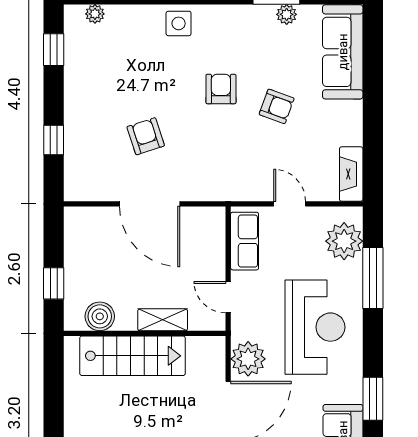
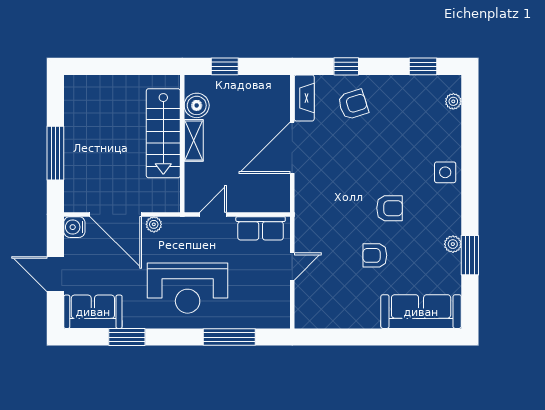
plant: (287, 14) -> (453, 244), moved
armchair: (277, 106) -> (375, 255), turned 70
armchair: (146, 136) -> (353, 104), moved
fireplace: (351, 174) -> (304, 98), moved, turned 90
plant: (344, 241) -> (261, 313), removed
shelving: (163, 320) -> (194, 140), moved
plant: (248, 359) -> (154, 224), width x0.53, depth x0.53

